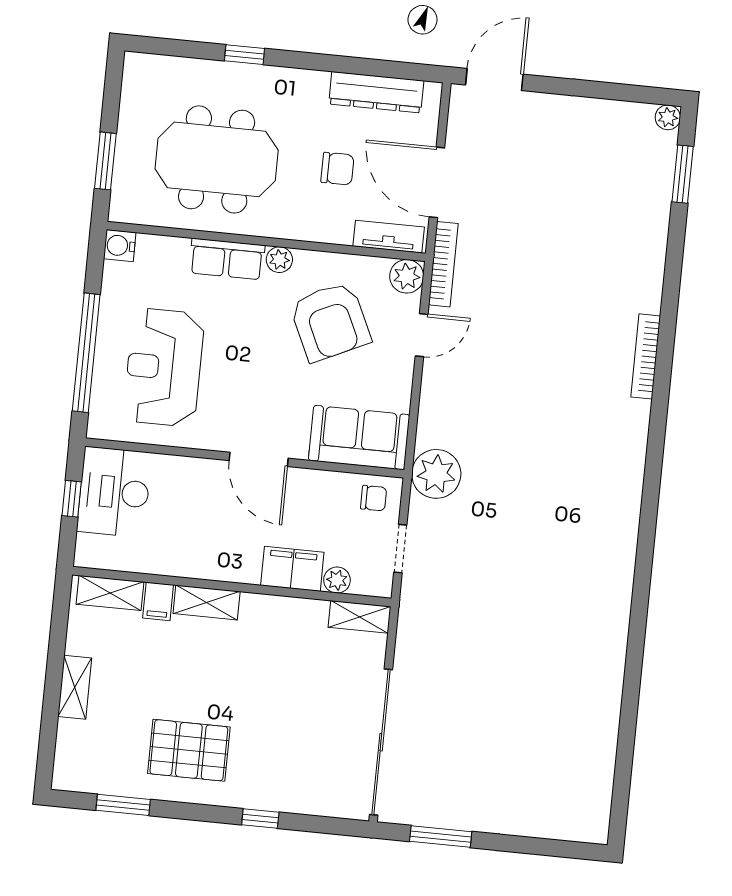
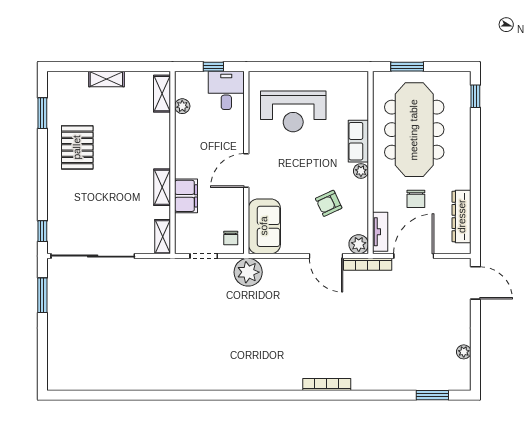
window: (244, 55) -> (475, 96), moved
plant: (668, 117) -> (464, 352), moved
meeting table: (217, 159) -> (414, 130), width x1.36
water cooler: (120, 246) -> (360, 80), removed
armchair: (330, 322) -> (329, 203), width x0.53, depth x0.53
door: (422, 335) -> (326, 256), width x1.38
window: (86, 353) -> (297, 67), removed
reception desk: (164, 367) -> (293, 111), turned 180
desk: (114, 492) -> (226, 90), width x0.73
plant: (337, 580) -> (182, 106), moved
filing cabinet: (158, 601) -> (160, 121), removed
shelving: (207, 602) -> (162, 187), moved
window: (260, 819) -> (42, 231), moved

